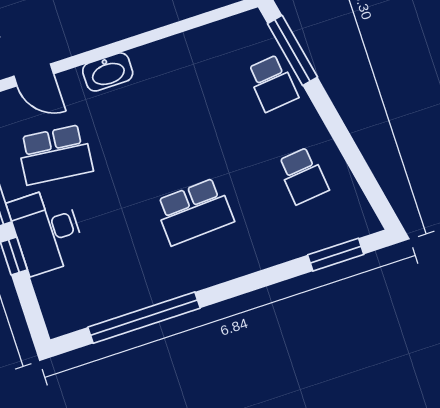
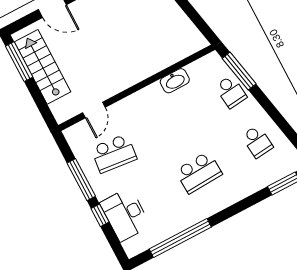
washbasin: (108, 72) -> (175, 81), moved
door: (34, 75) -> (94, 110), hinge flipped
desk: (47, 231) -> (125, 214), moved

